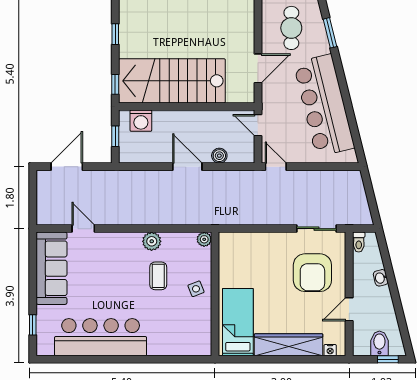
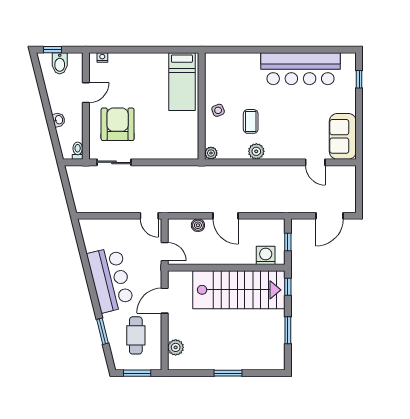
plant: (245, 14) -> (176, 347), added
window: (115, 34) -> (288, 330), width x1.50
bar counter: (324, 105) -> (110, 280), width x0.73
sofa: (52, 268) -> (343, 136), width x0.73
wardrobe: (289, 345) -> (138, 62), removed

